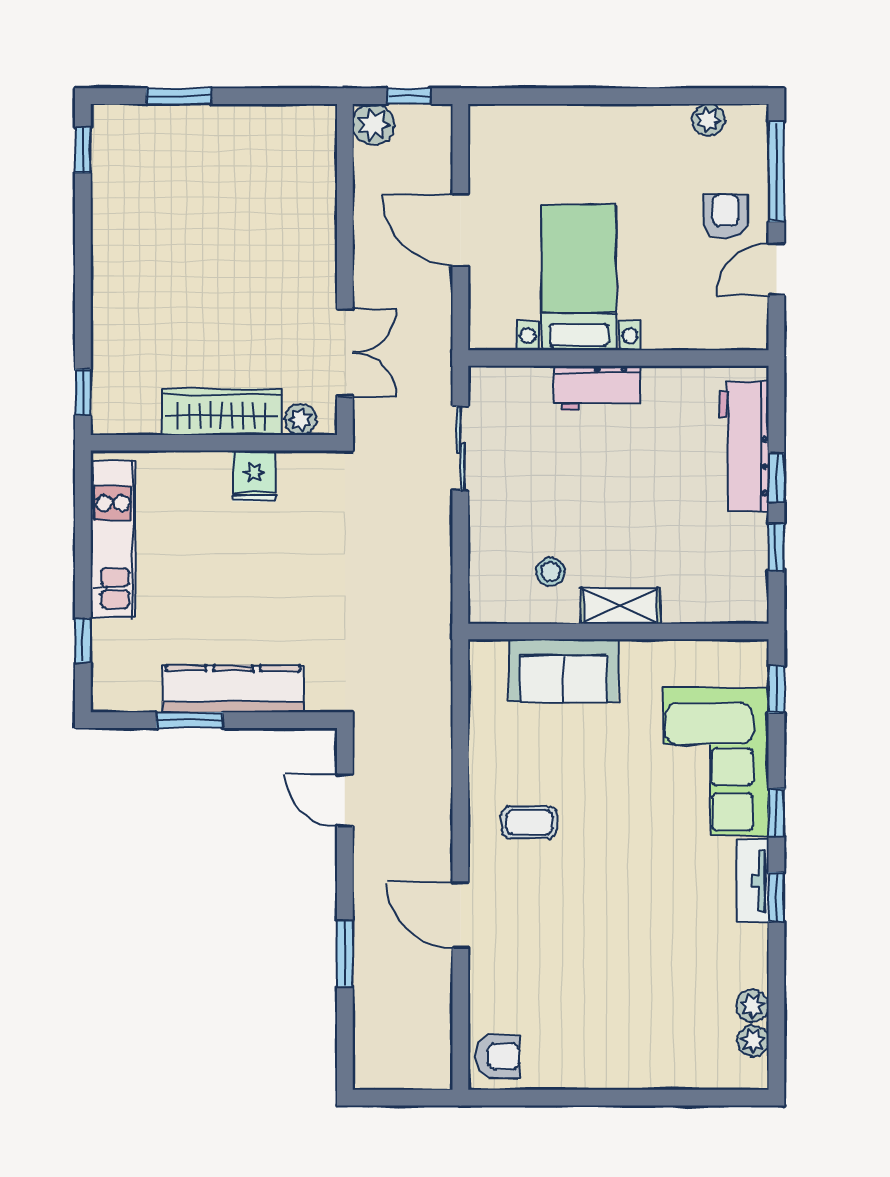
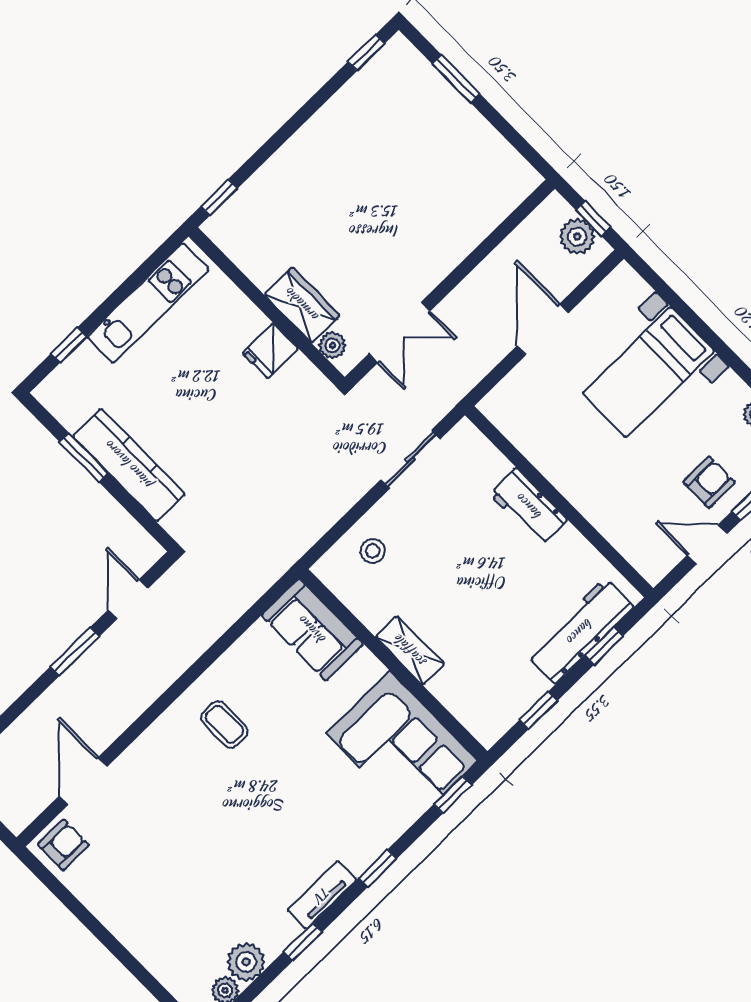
plant: (373, 124) -> (577, 237), moved
bed with nightstands: (579, 277) -> (648, 372), moved, turned 180
wardrobe: (222, 412) -> (302, 305), width x0.67
window: (776, 478) -> (604, 646), moved
stool: (551, 572) -> (373, 551), moved
sofa: (563, 671) -> (312, 630), moved
corner sofa: (716, 762) -> (402, 747), moved, turned -90
window: (776, 897) -> (303, 942), moved
door: (460, 915) -> (83, 781), moved
window: (345, 953) -> (75, 651), moved
plant: (752, 1006) -> (246, 962), width x1.38, depth x1.38
armchair: (498, 1057) -> (63, 845), turned -90

